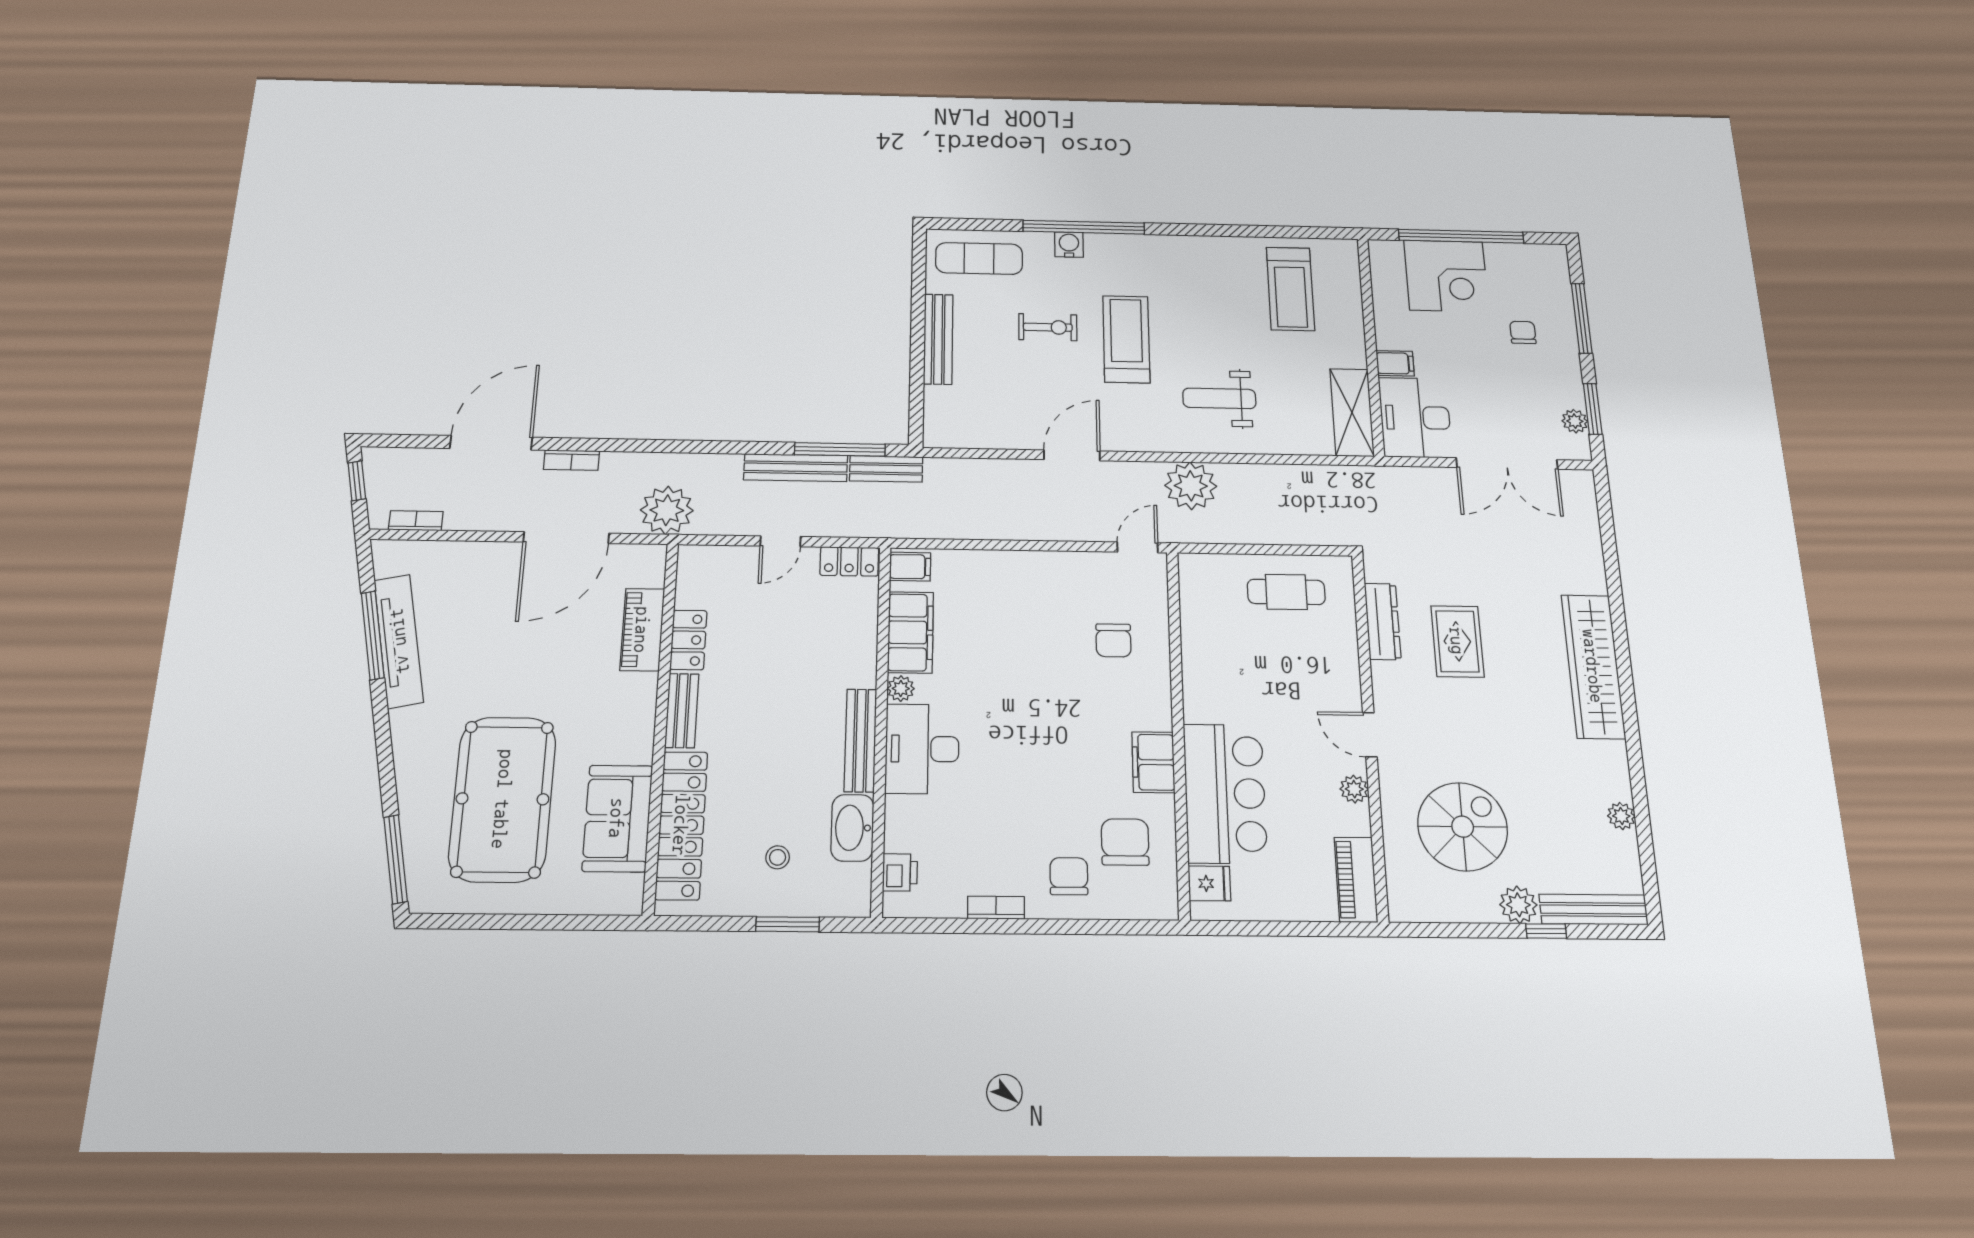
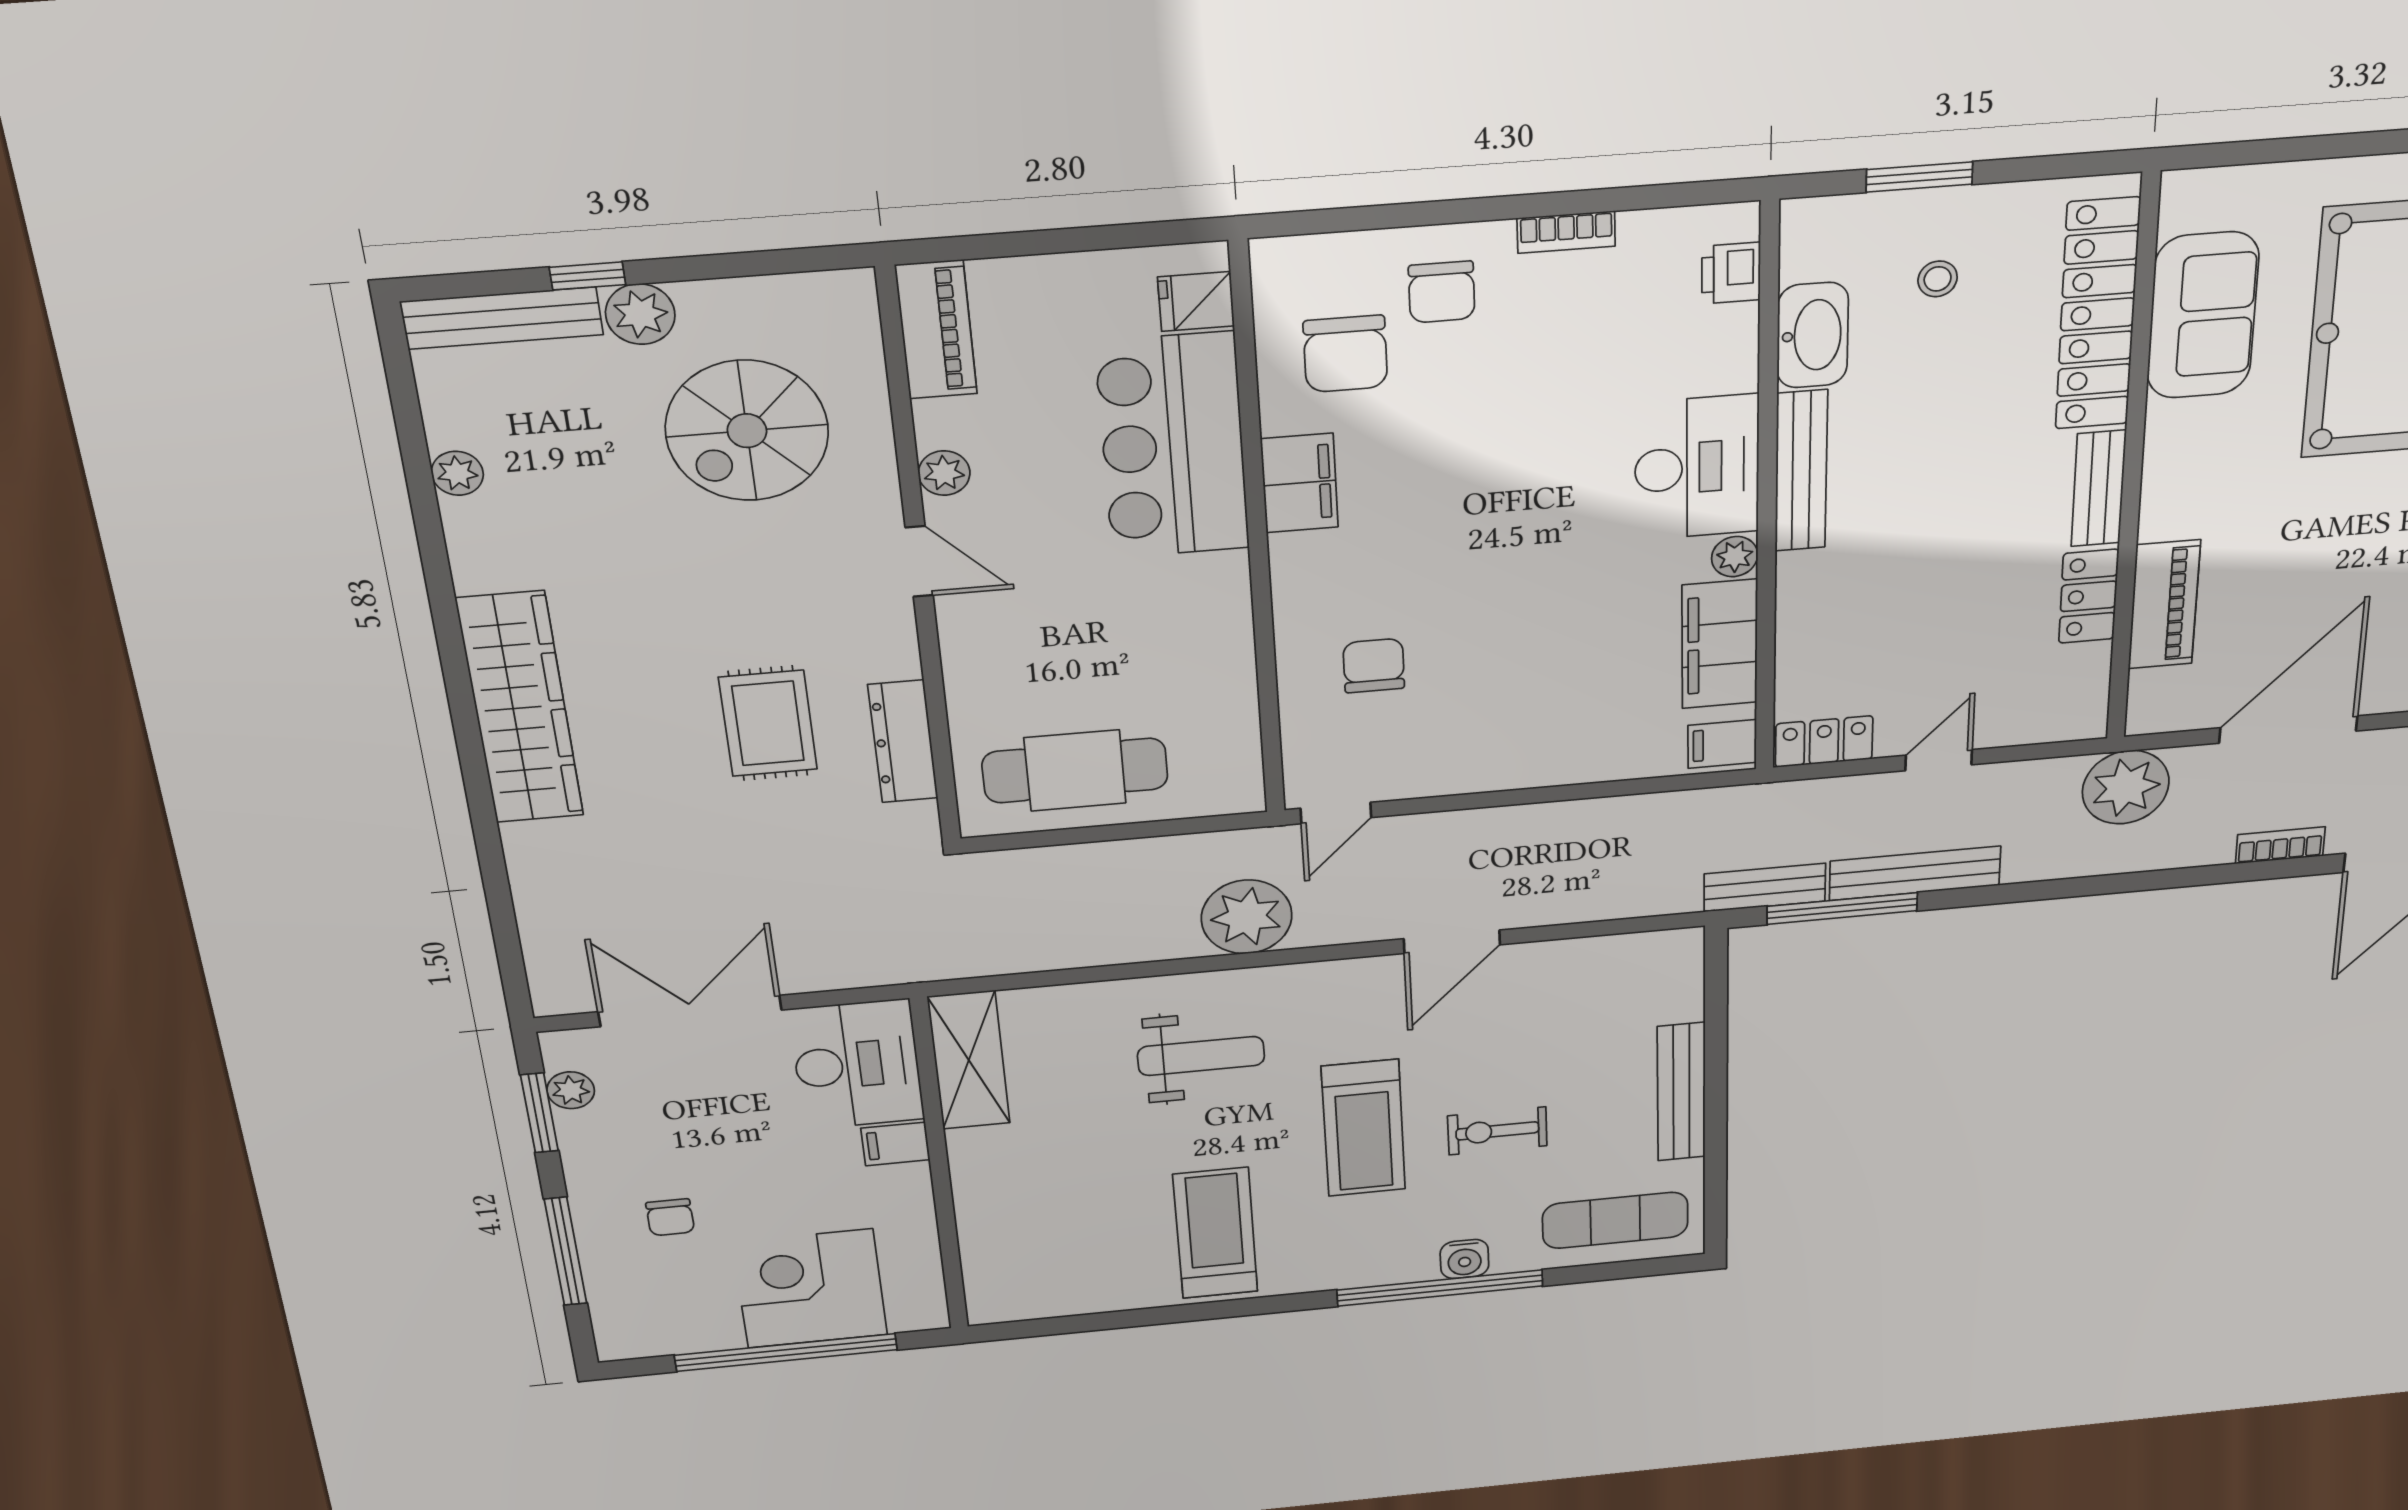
treadmill: (1290, 289) -> (1215, 1233), moved
cafe table: (1286, 592) -> (1075, 770), width x1.37, depth x1.35

